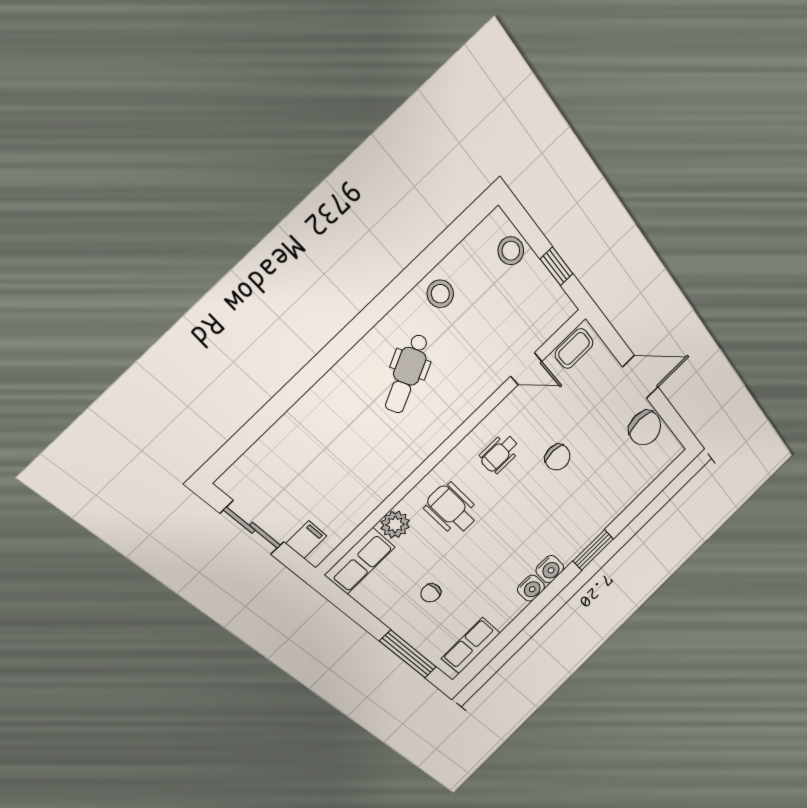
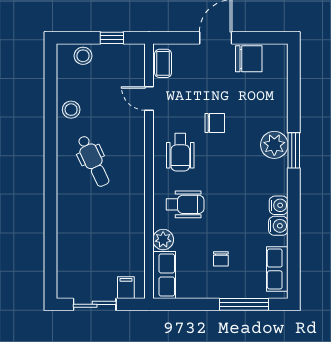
door: (526, 369) -> (149, 98), swing flipped
wheelchair: (500, 454) -> (180, 152), width x1.36, depth x1.37
wheelchair: (452, 509) -> (185, 204), turned 180
plant: (584, 529) -> (274, 145), added
water cooler: (550, 569) -> (278, 226), moved

